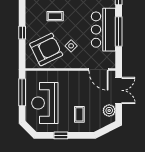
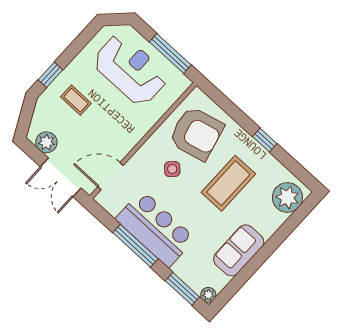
coffee table: (55, 16) -> (228, 183), width x1.86, depth x1.72
window: (22, 33) -> (265, 140), moved
armchair: (46, 50) -> (196, 133), turned -78
window: (61, 135) -> (50, 75), moved

